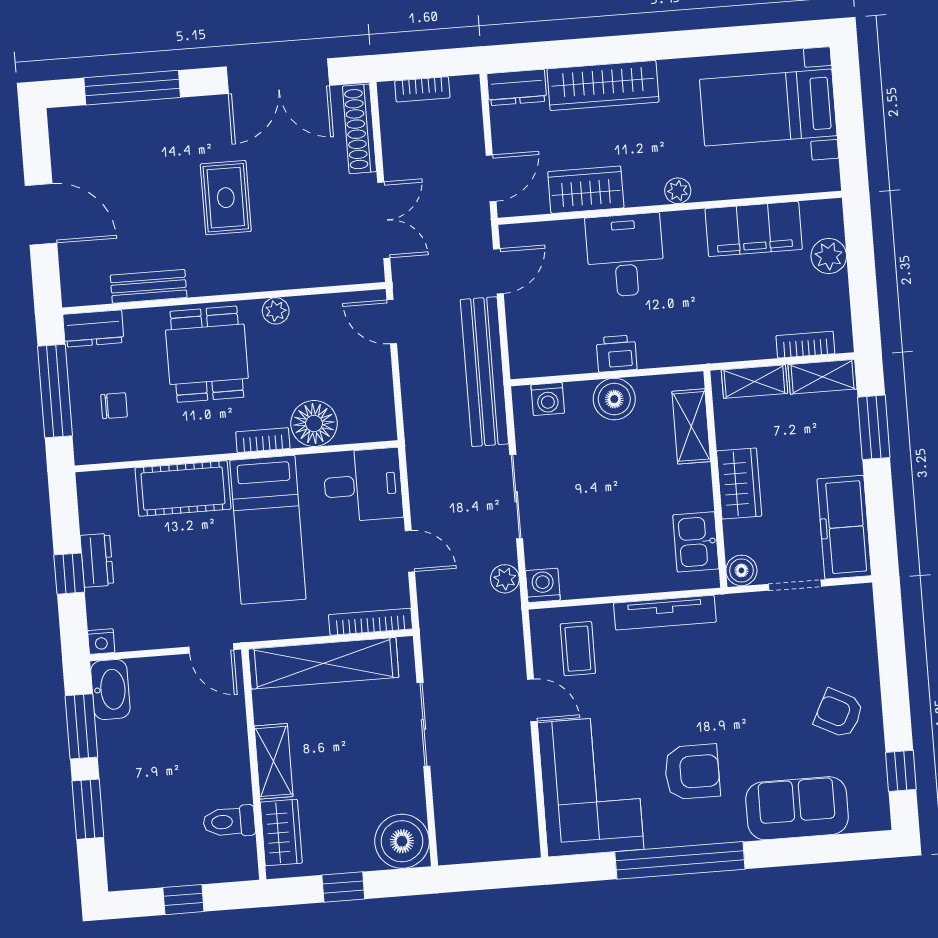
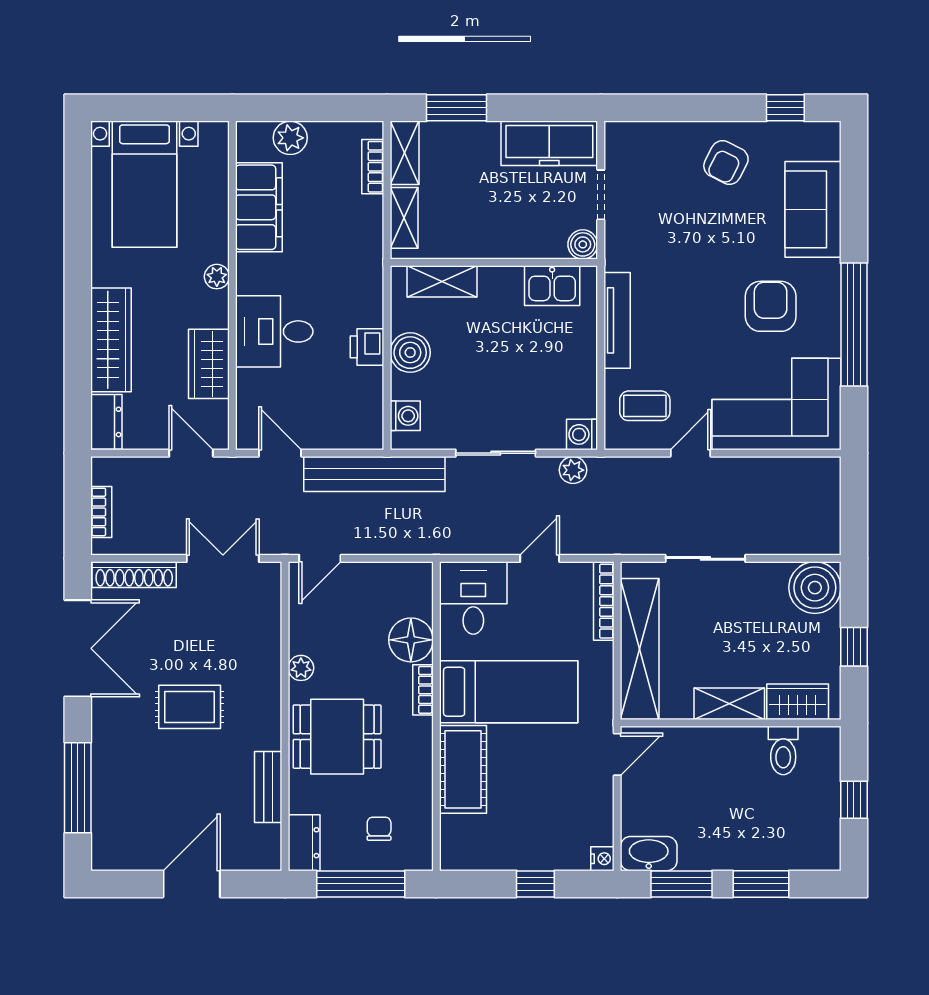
wardrobe: (739, 483) -> (500, 240), removed
dresser: (97, 560) -> (525, 857), removed

